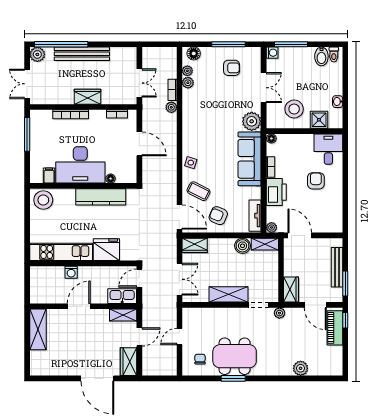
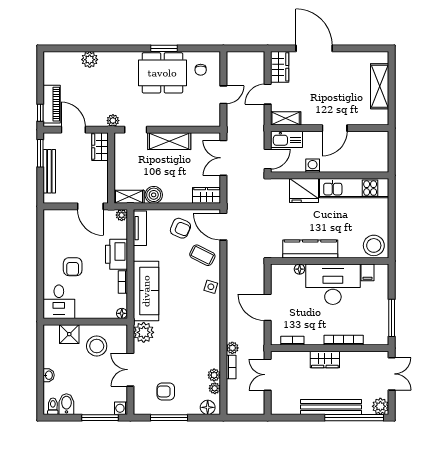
washbasin: (338, 102) -> (49, 375), moved
washing machine: (71, 272) -> (313, 166), moved
shelving: (38, 329) -> (380, 86), moved

